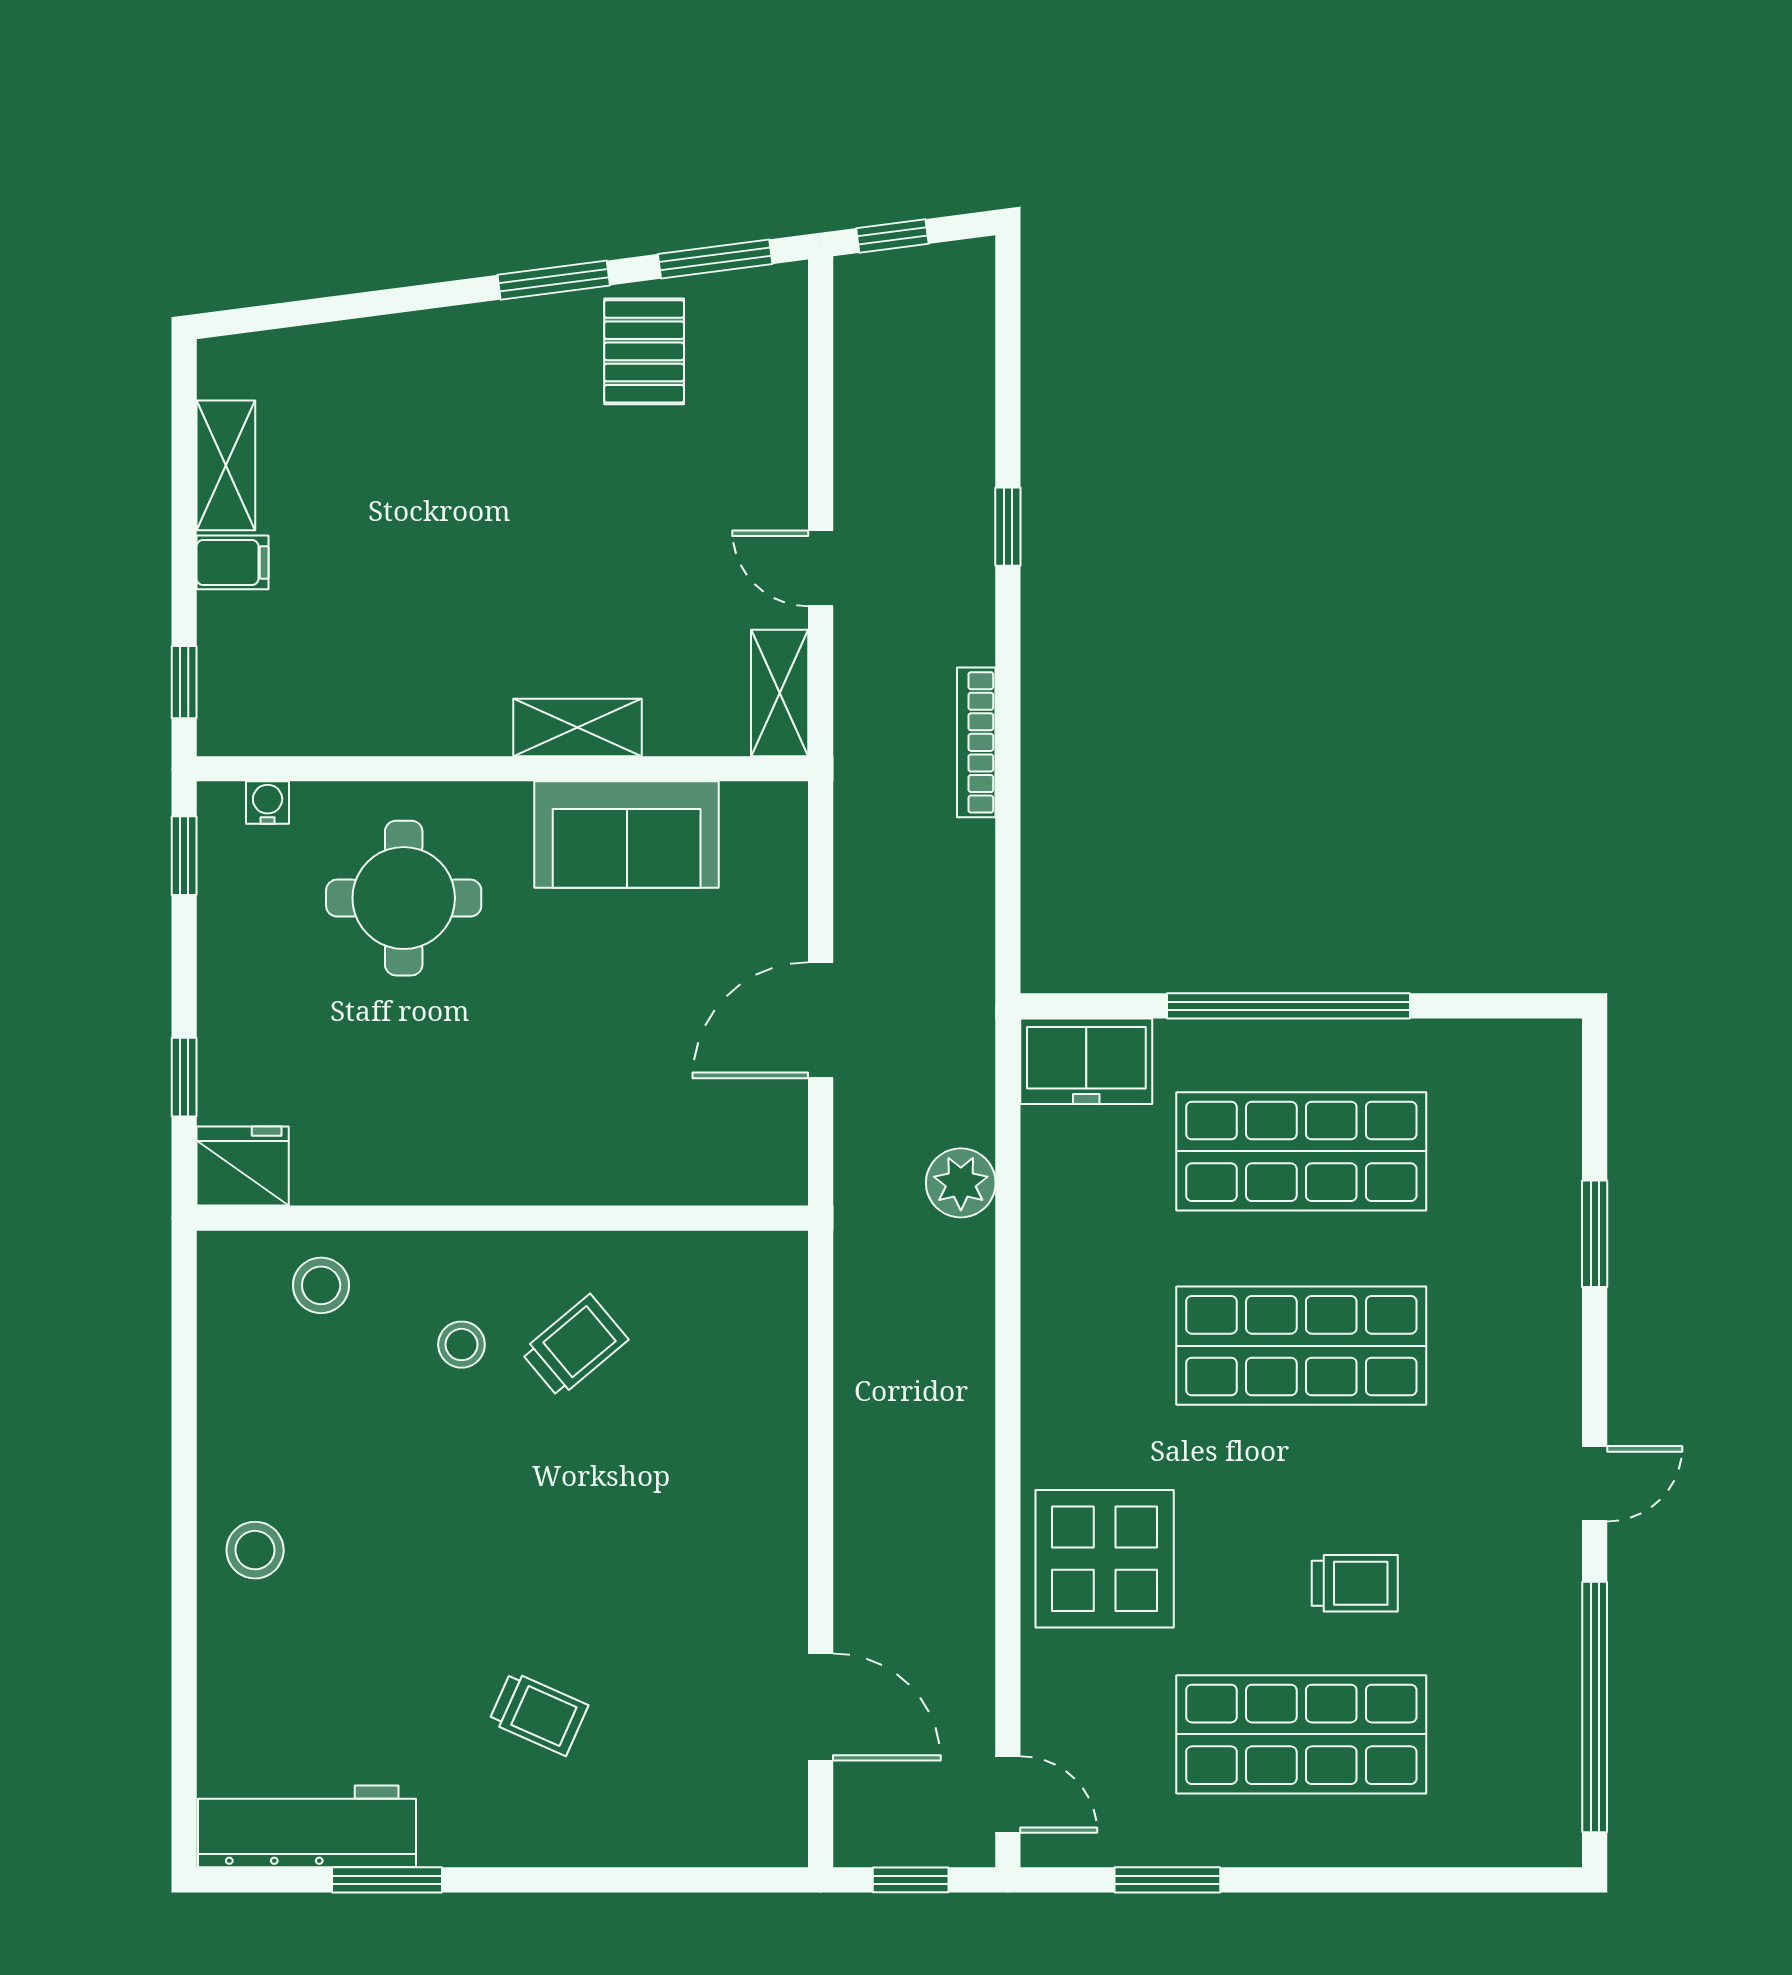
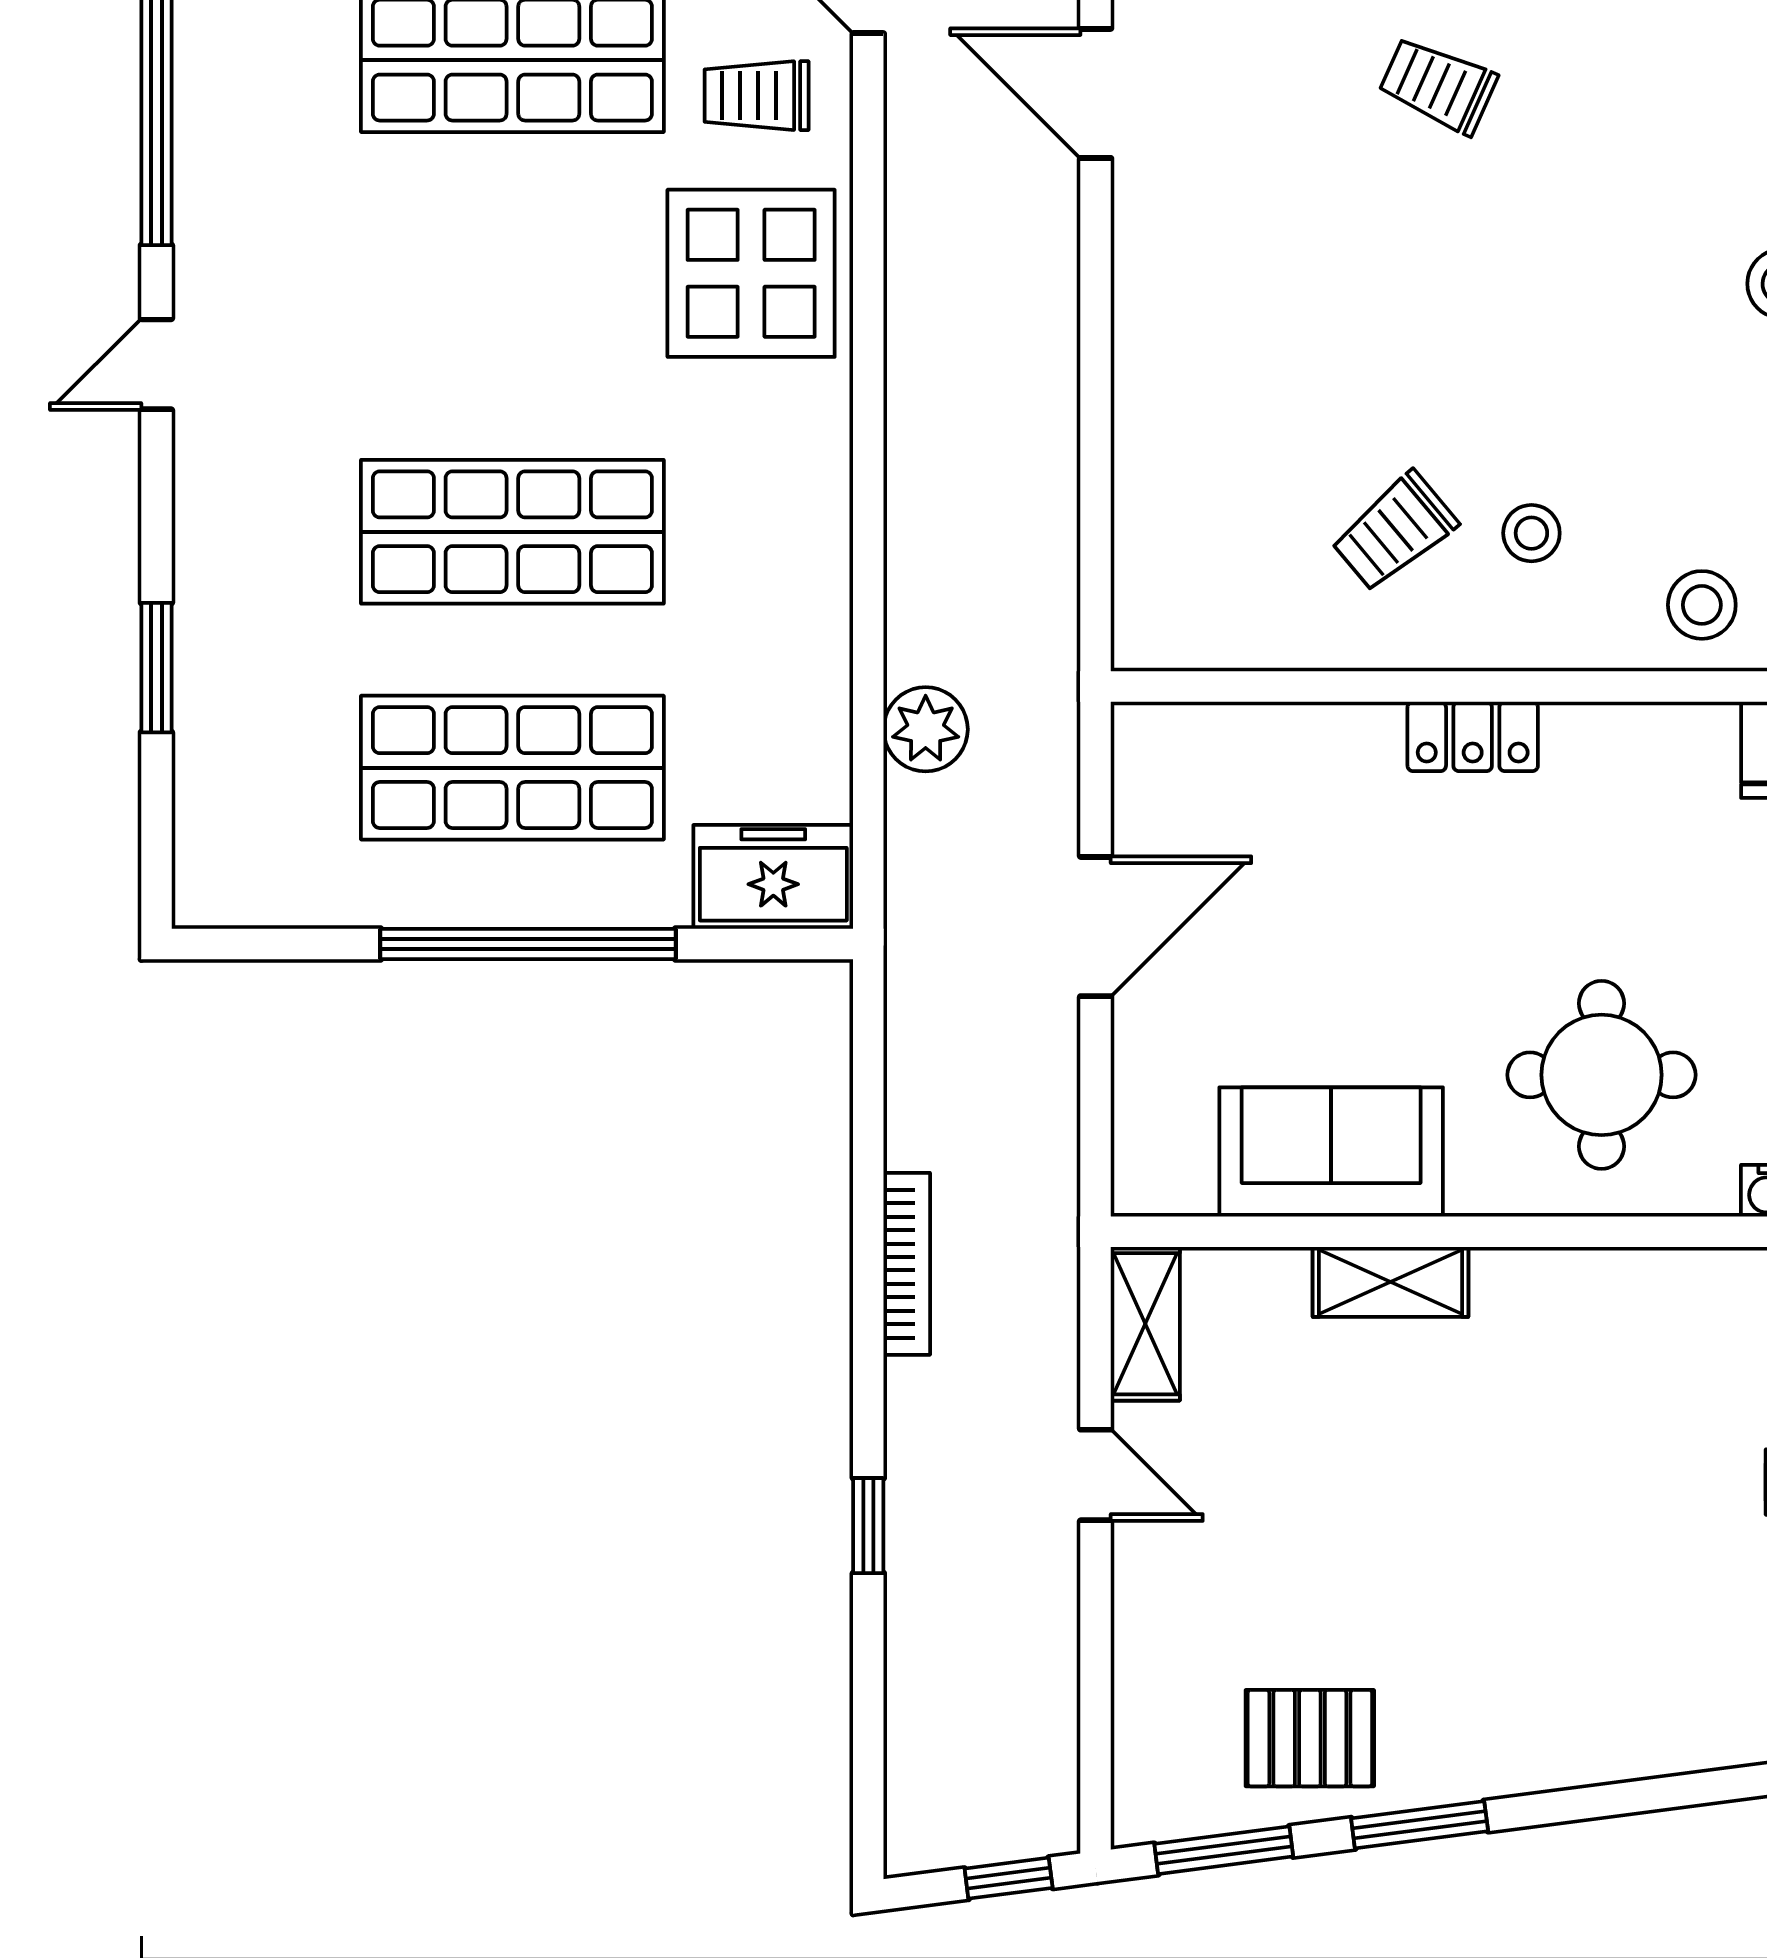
pallet: (644, 351) -> (1310, 1738), turned 90
locker: (510, 1177) -> (1473, 736), added
trolley: (1355, 1583) -> (757, 96), moved

